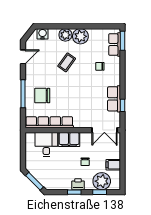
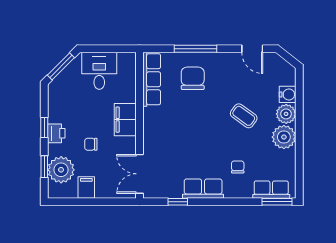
water cooler: (43, 34) -> (288, 94), moved
row of seats: (114, 99) -> (203, 189), moved
row of seats: (49, 122) -> (152, 79), width x0.73
desk: (46, 144) -> (99, 71), moved, turned -90

